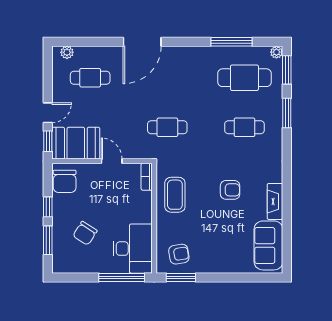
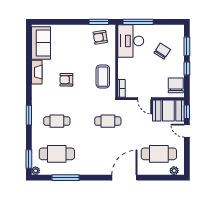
cafe table: (90, 78) -> (159, 154), width x1.37, depth x1.35
door: (48, 113) -> (187, 131), hinge flipped
window: (287, 113) -> (29, 115), moved

